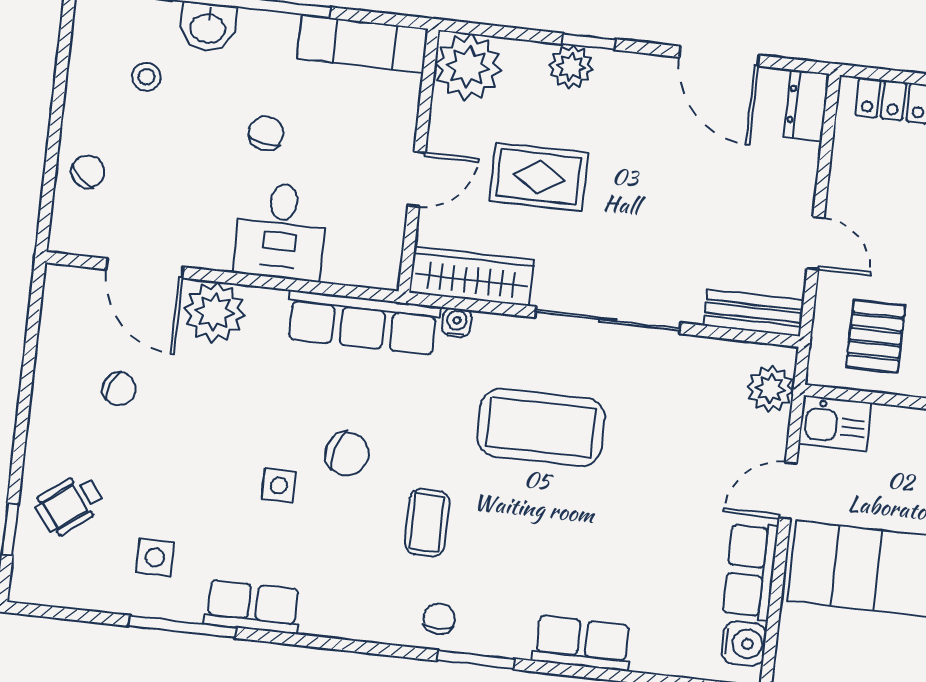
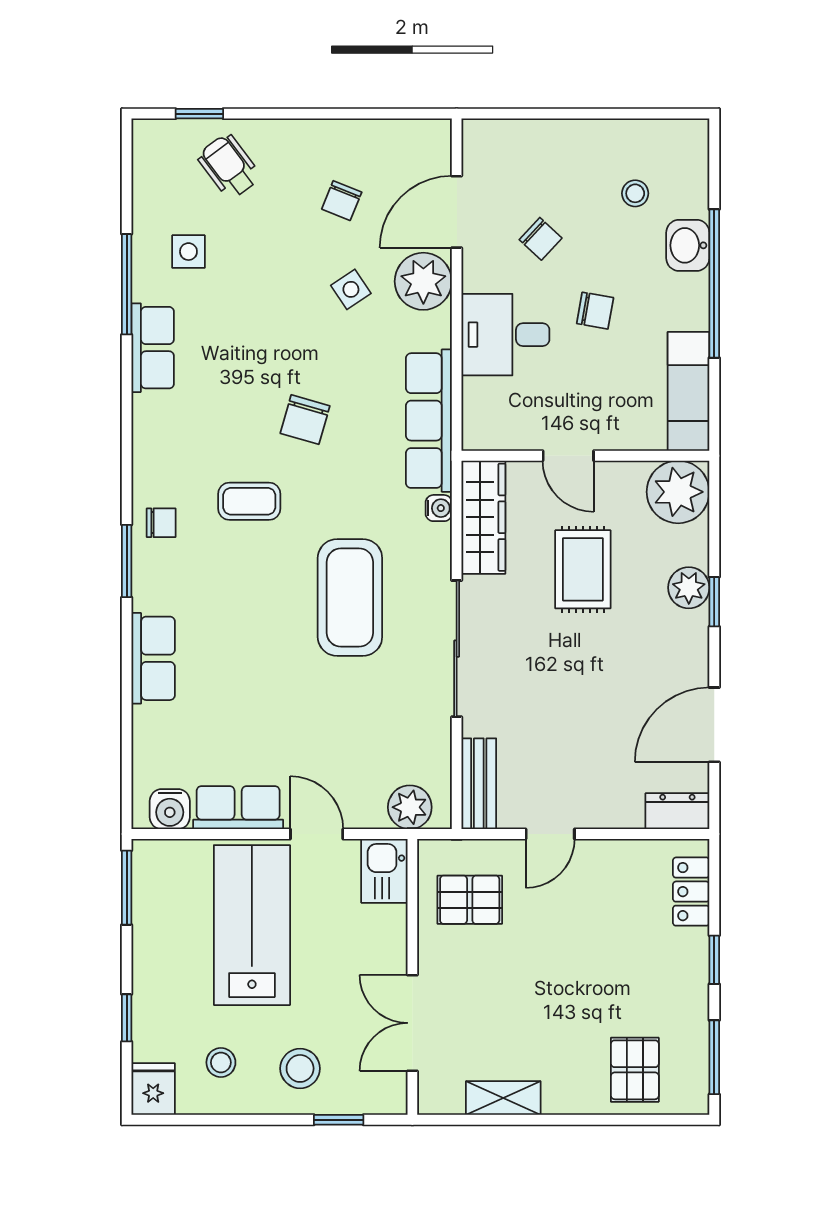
chair: (88, 172) -> (541, 239), moved
side table: (279, 486) -> (351, 289), moved, turned -34

